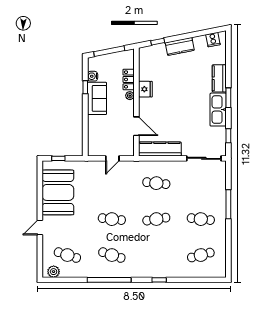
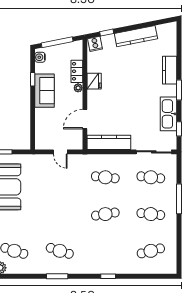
cooker: (213, 40) -> (95, 44), moved
kitchen counter: (180, 46) -> (136, 36), width x1.50
water cooler: (93, 76) -> (40, 57), moved
kitchen sink: (218, 110) -> (169, 114), moved
door: (136, 126) -> (85, 119), swing flipped
door: (112, 158) -> (60, 152), hinge flipped
cafe table: (112, 219) -> (151, 177), moved
window: (109, 280) -> (57, 276), width x0.47

